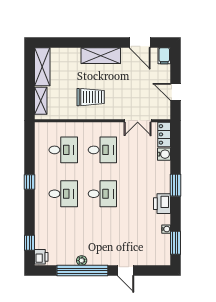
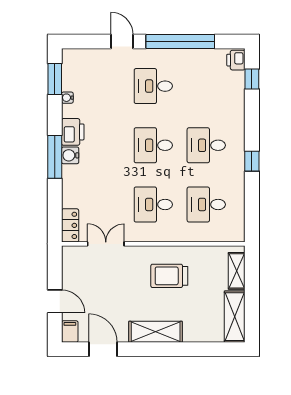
door: (175, 92) -> (55, 301), moved
water cooler: (164, 154) -> (70, 155), moved
window: (175, 185) -> (55, 157), width x1.44
desk: (102, 238) -> (153, 86), added
plant: (82, 261) -> (181, 55), removed

